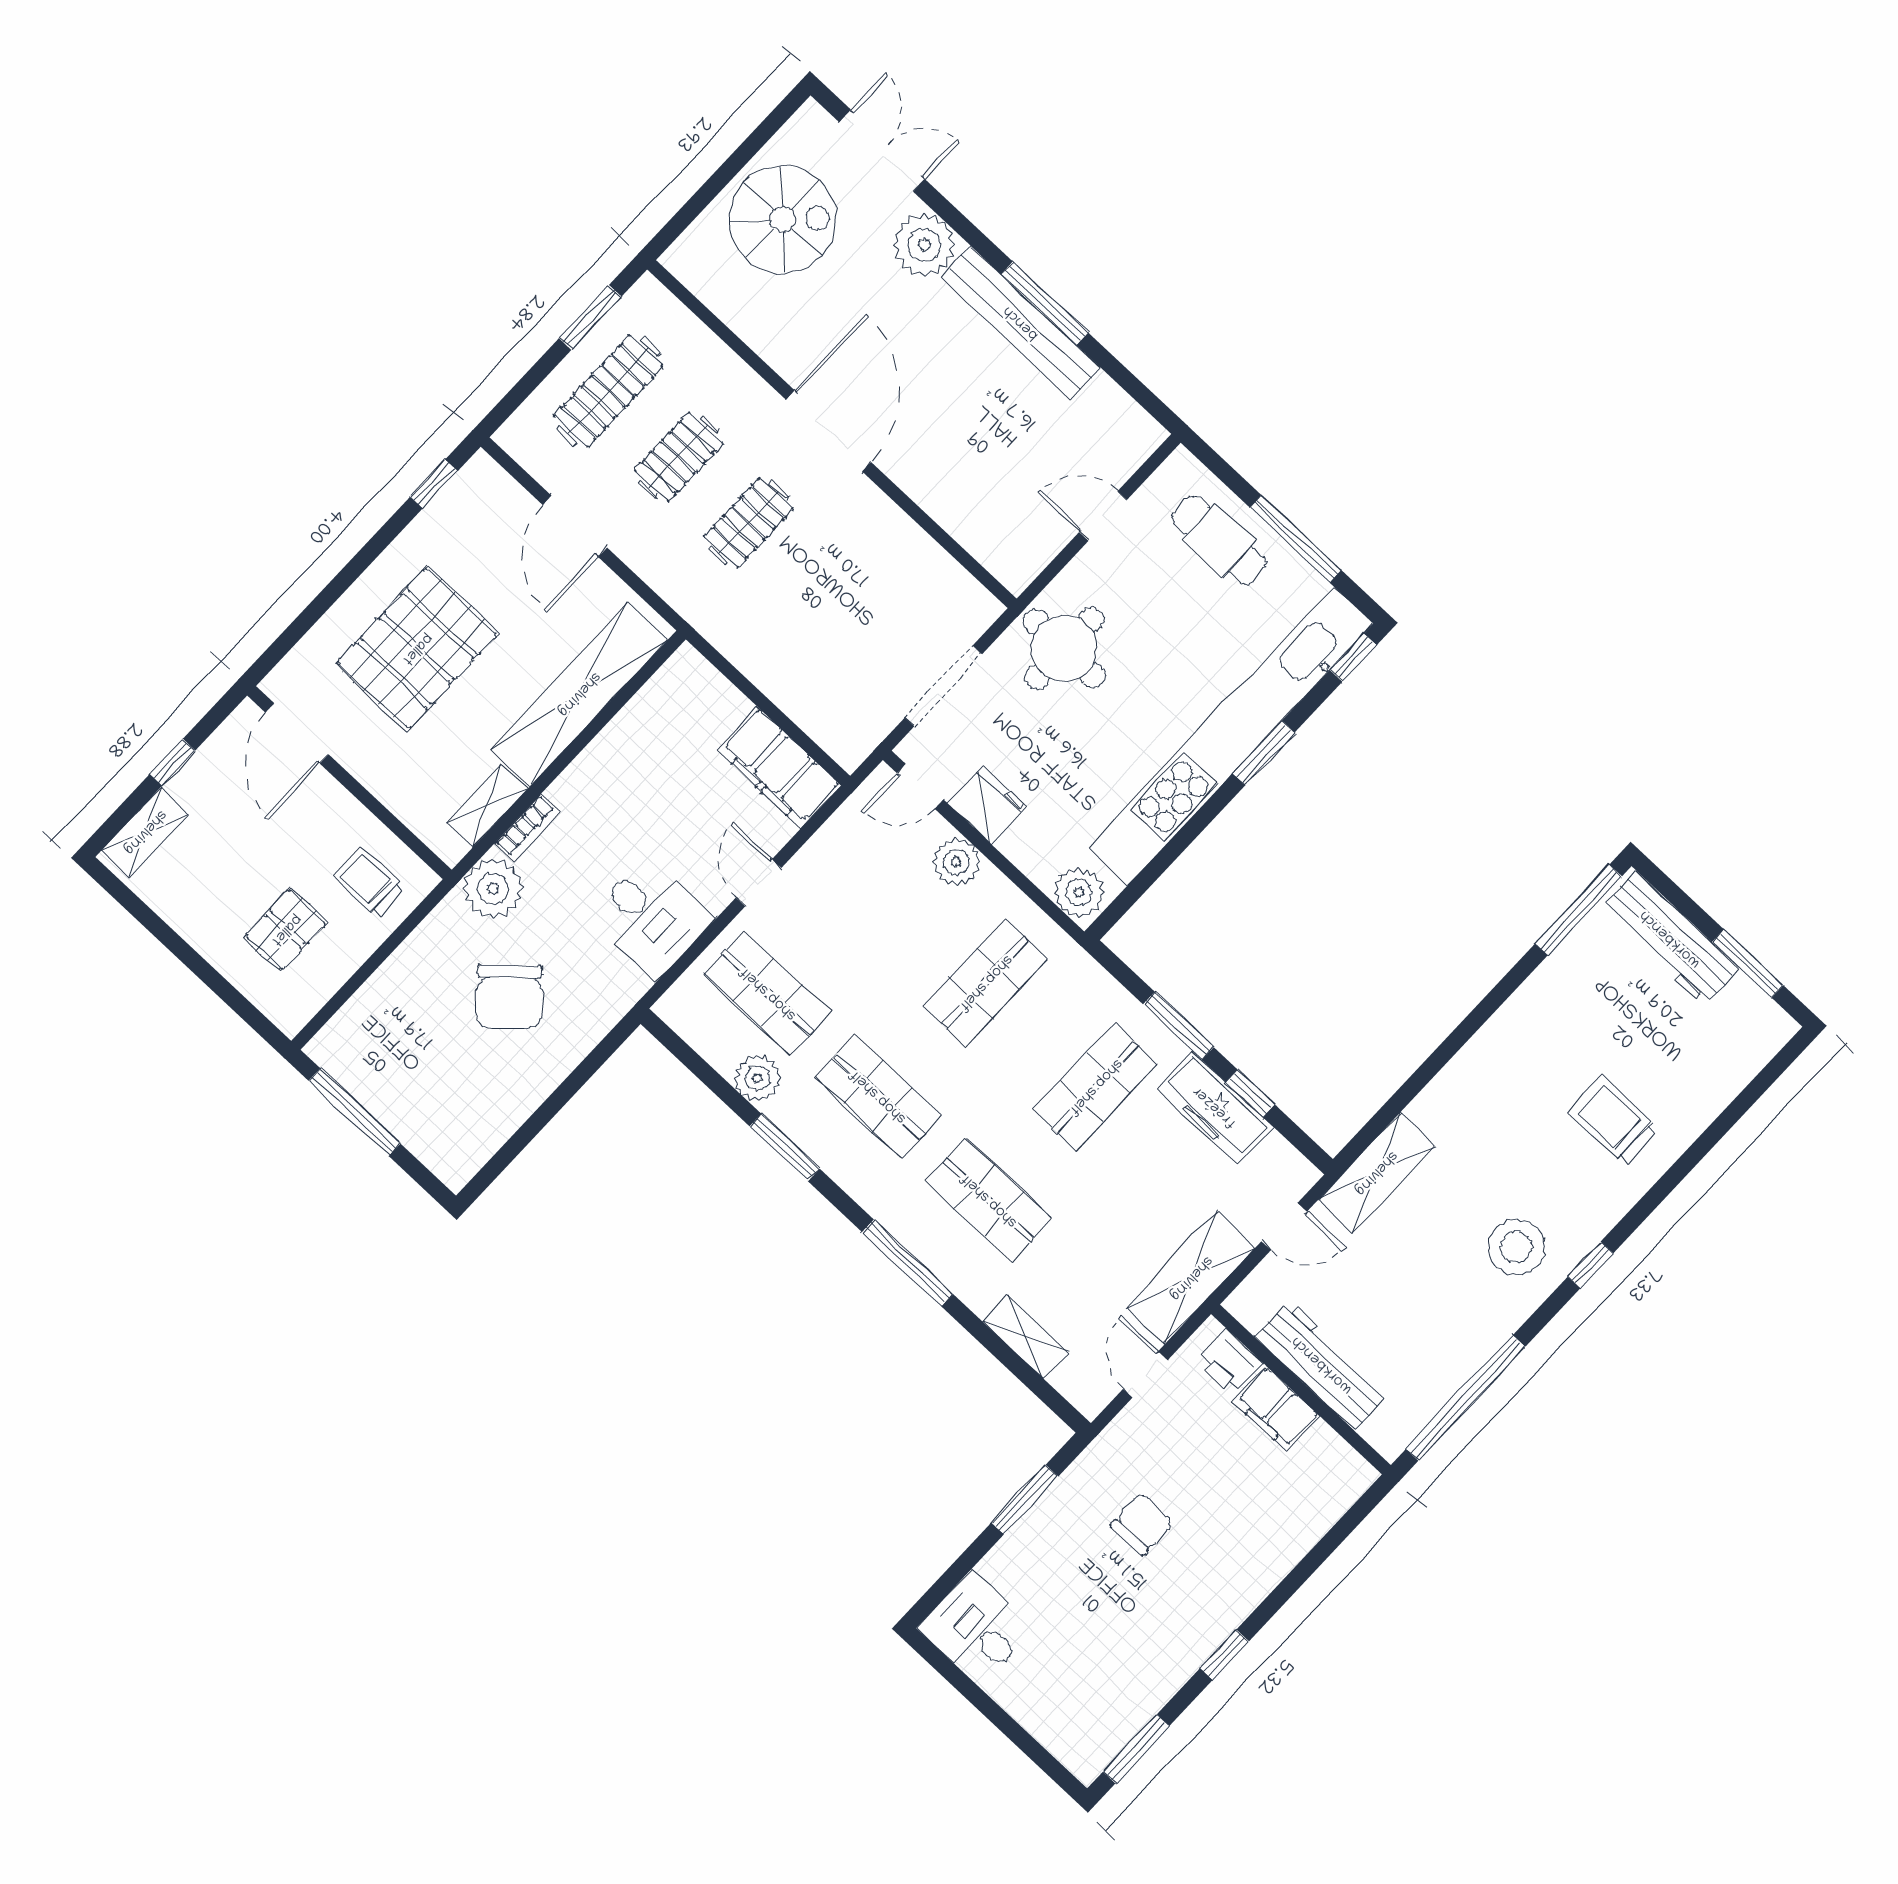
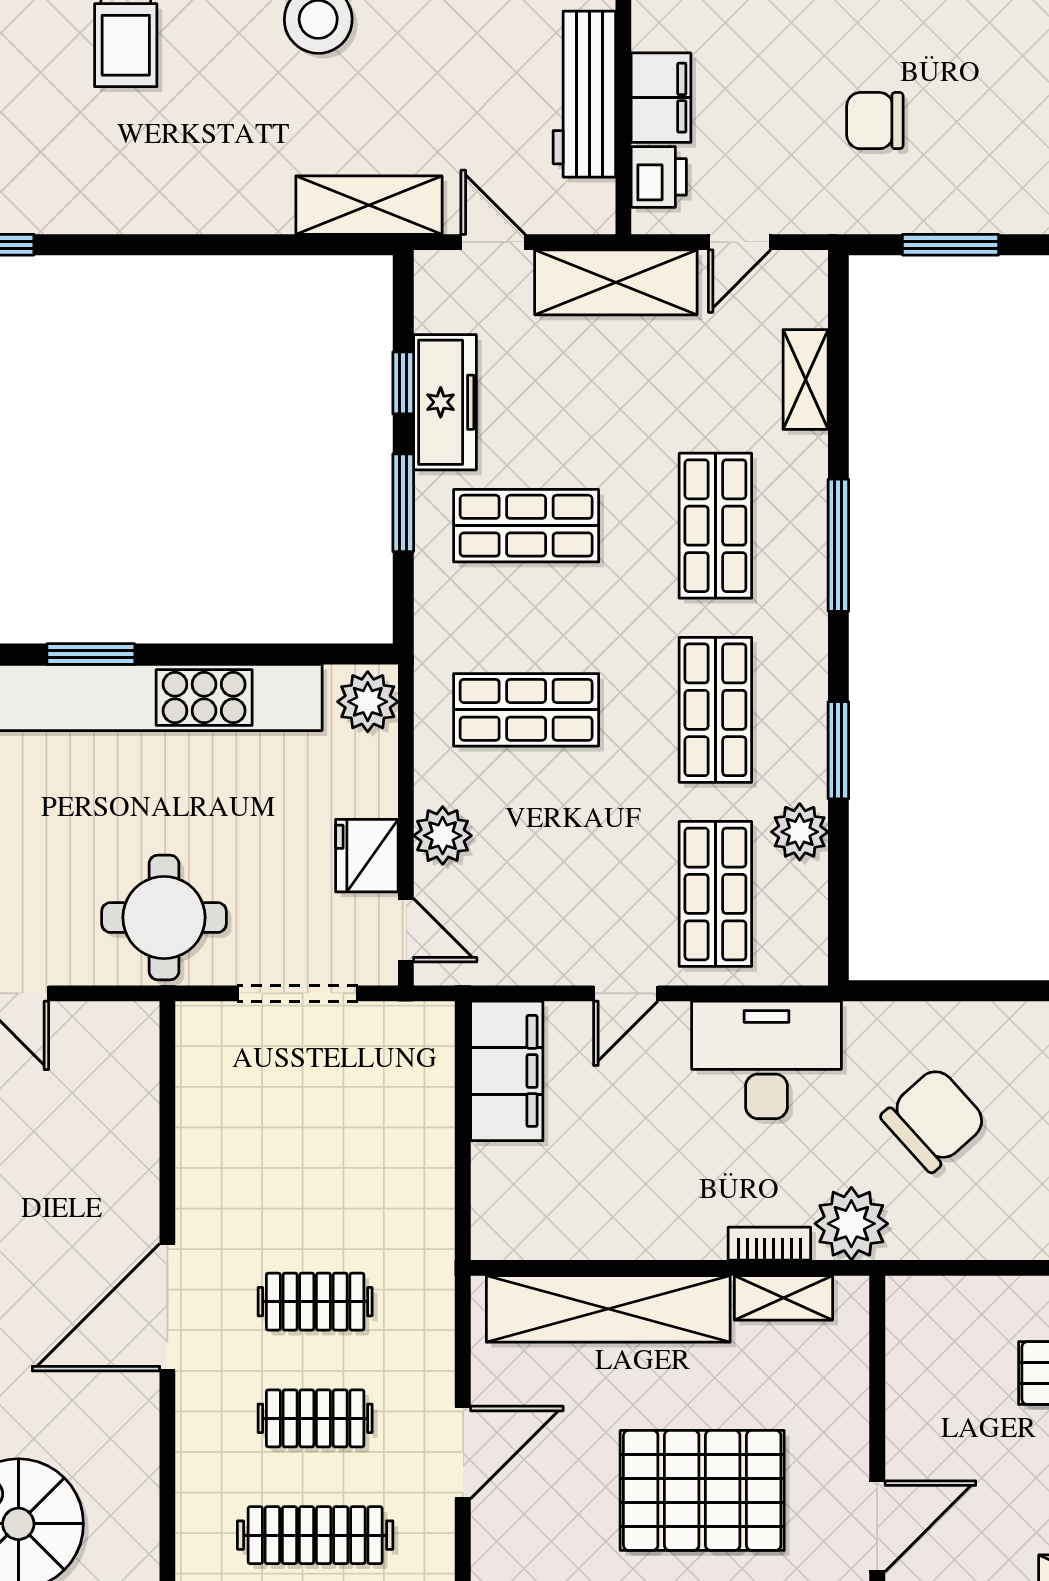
trolley: (369, 882) -> (949, 1339), removed
desk: (651, 918) -> (767, 1060), width x1.37

